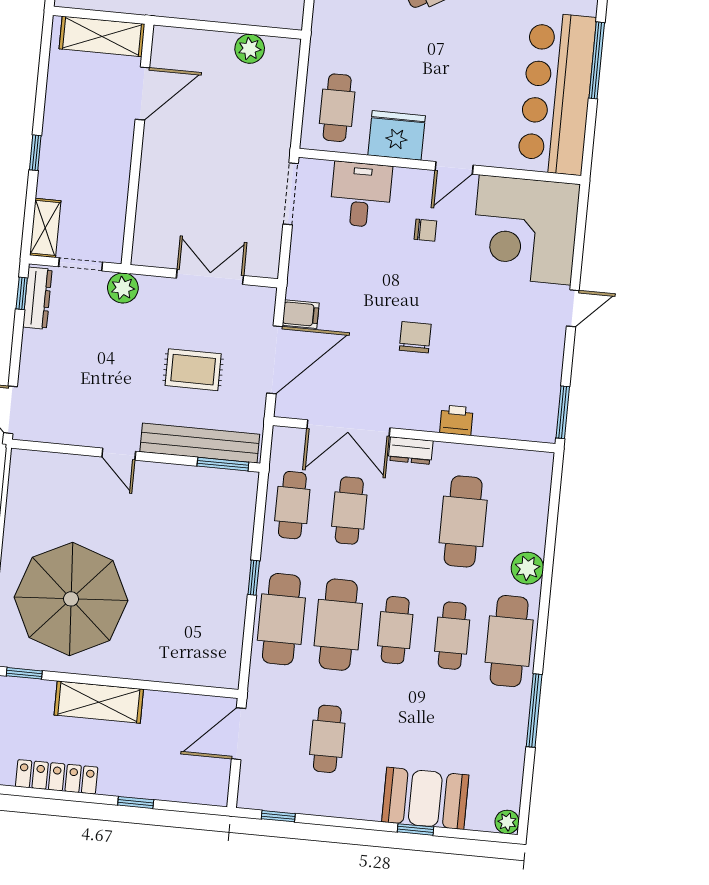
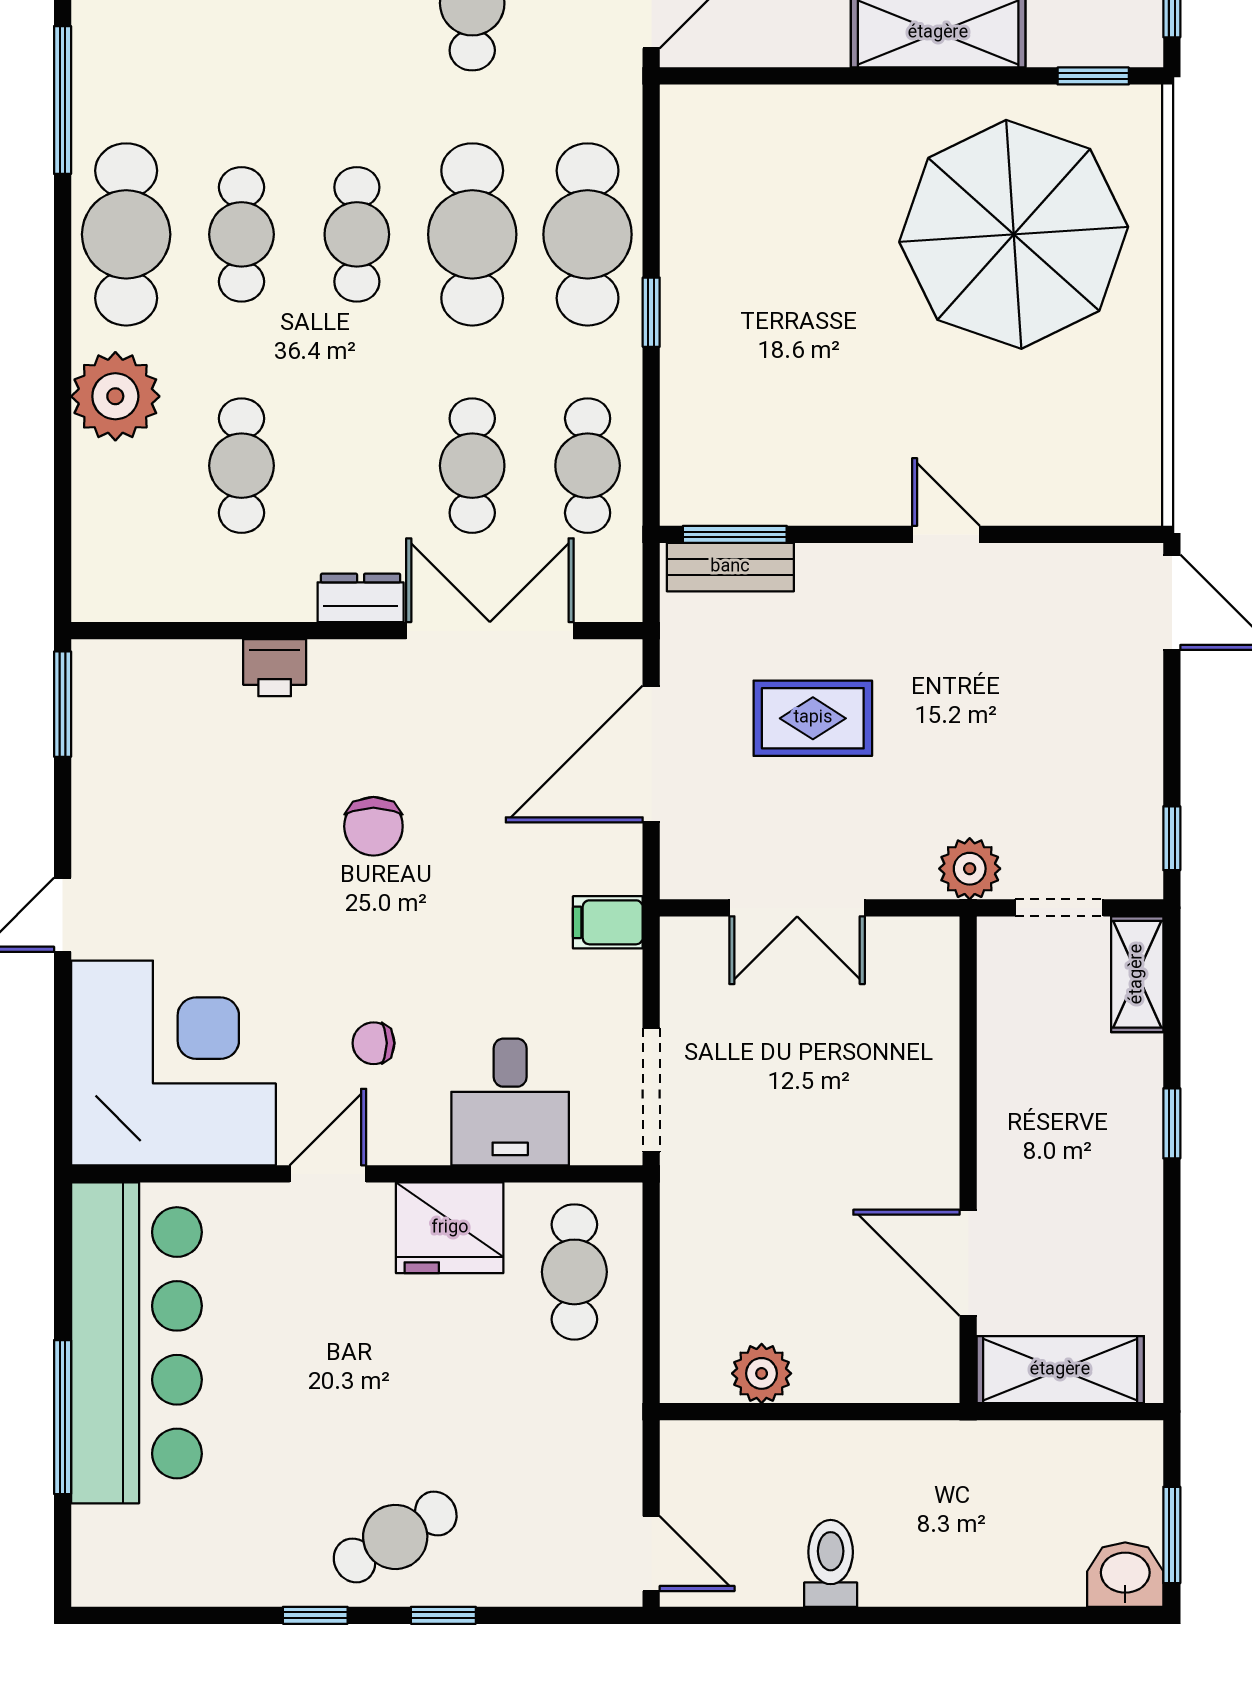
door: (142, 94) -> (968, 1263), hinge flipped
dresser: (37, 298) -> (1139, 832), removed
filing cabinet: (301, 314) -> (608, 922), moved
bench: (200, 443) -> (730, 567), width x0.54, depth x0.82
cafe table: (463, 521) -> (241, 466), width x0.73, depth x0.74
plant: (527, 568) -> (115, 396), width x1.36, depth x1.36

